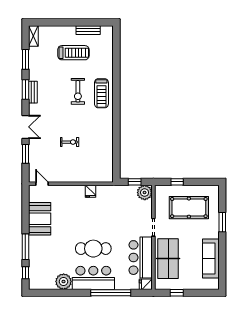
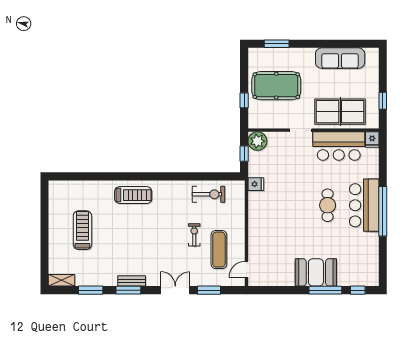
bench: (88, 30) -> (54, 212), removed
exercise bike: (78, 91) -> (208, 194), moved
exercise mat: (58, 162) -> (219, 250), added
fridge: (90, 191) -> (256, 184), moved
pool table: (189, 208) -> (276, 86), turned 90
booth: (40, 219) -> (316, 272), moved
window: (222, 222) -> (277, 44), moved
cafe table: (93, 249) -> (328, 205), width x0.73, depth x0.74
plant: (64, 282) -> (369, 243), removed
window: (111, 293) -> (383, 211), moved

